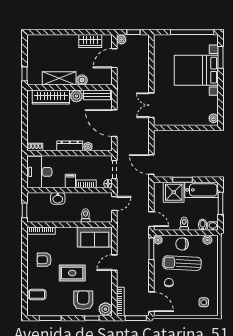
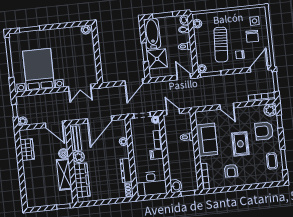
door: (114, 58) -> (54, 124), moved
bed with nightstands: (196, 70) -> (39, 70), moved, turned 180
dresser: (70, 146) -> (126, 170), moved
washbasin: (58, 198) -> (176, 186), moved
door: (151, 219) -> (184, 77), hinge flipped
sofa: (95, 237) -> (207, 140), moved
chair: (182, 244) -> (252, 36), moved
coffee table: (37, 294) -> (272, 161), moved

